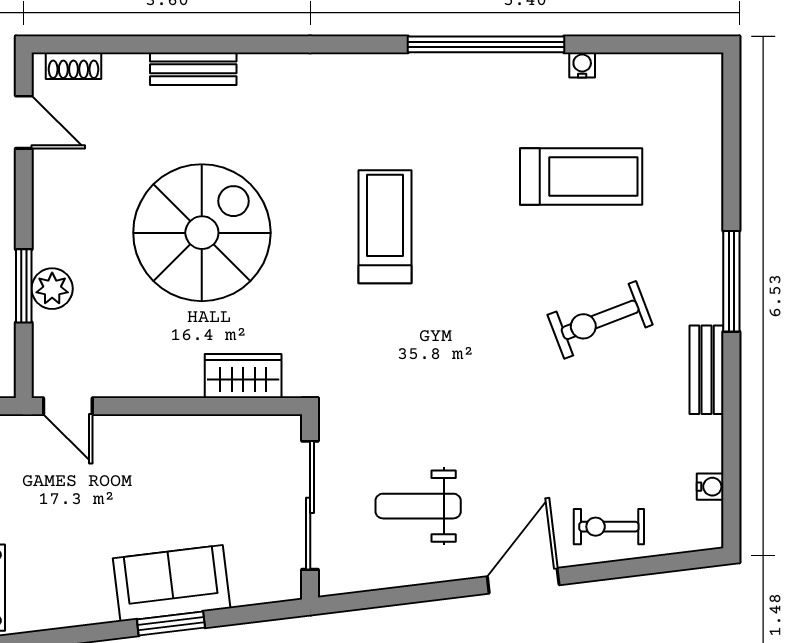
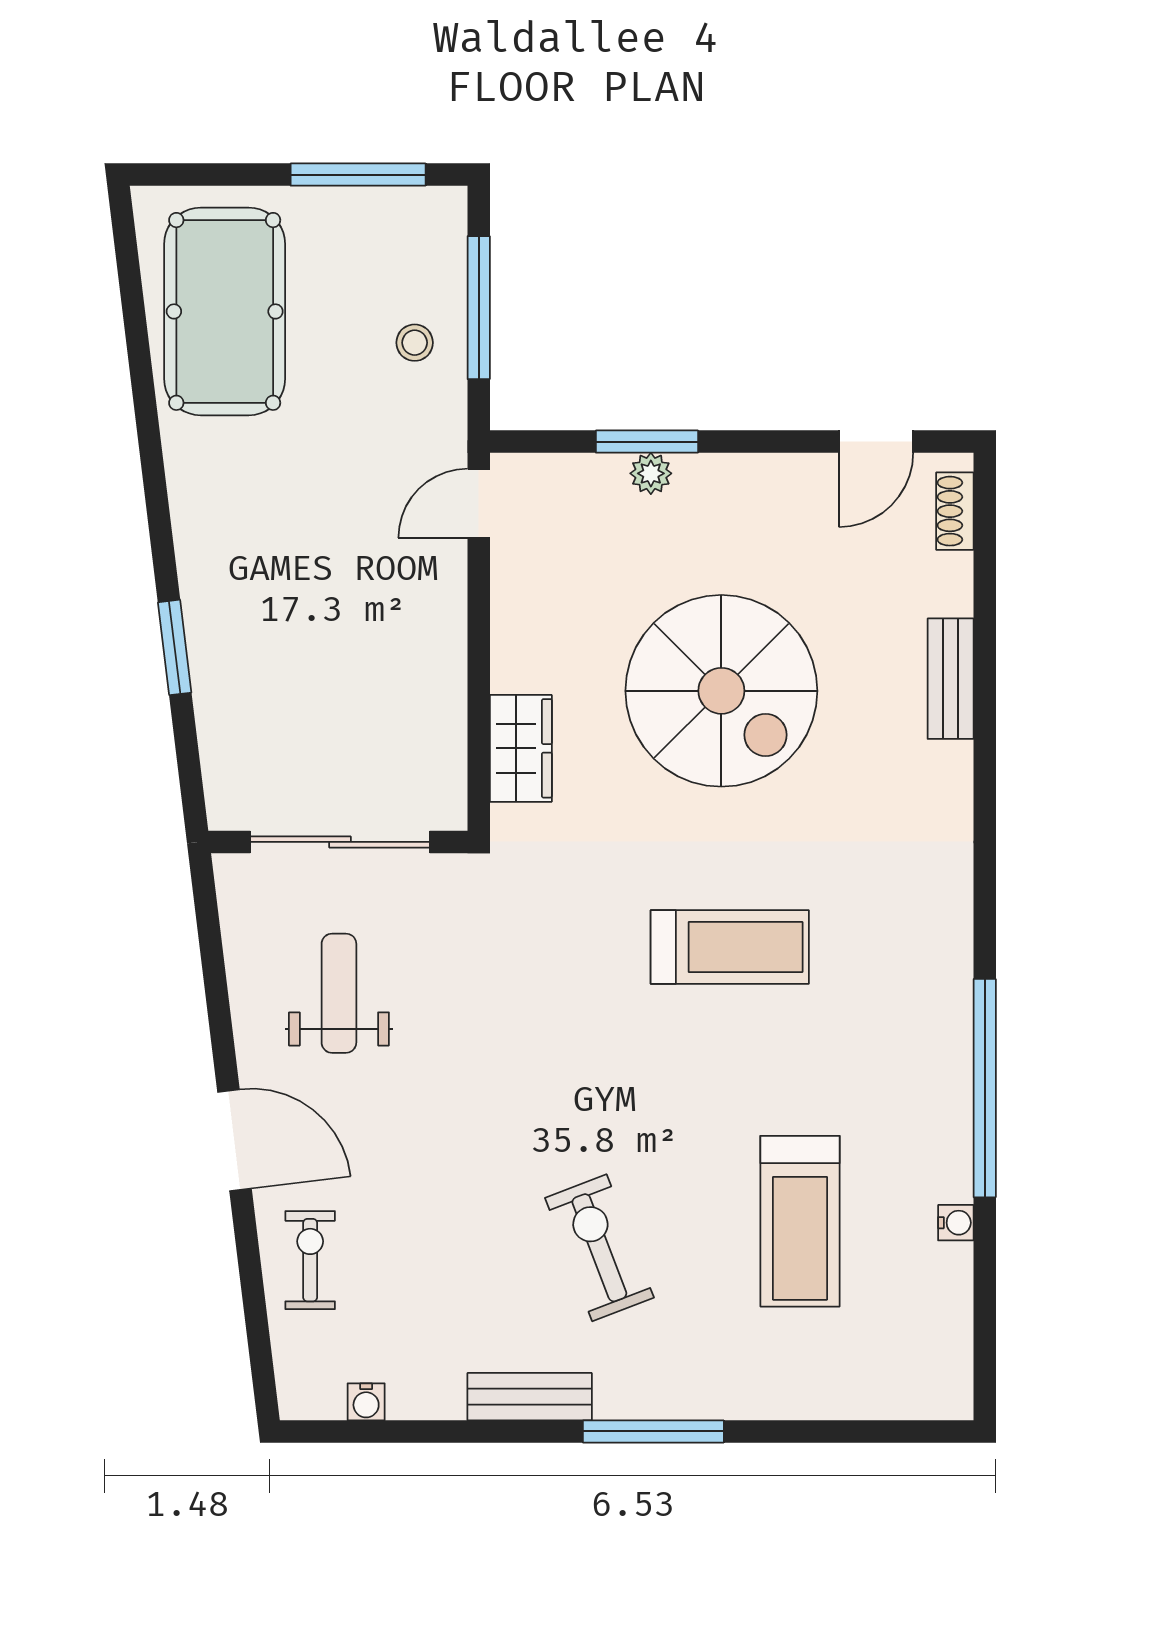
plant: (52, 289) -> (651, 473), width x0.73, depth x0.73
sofa: (172, 583) -> (231, 648), removed

